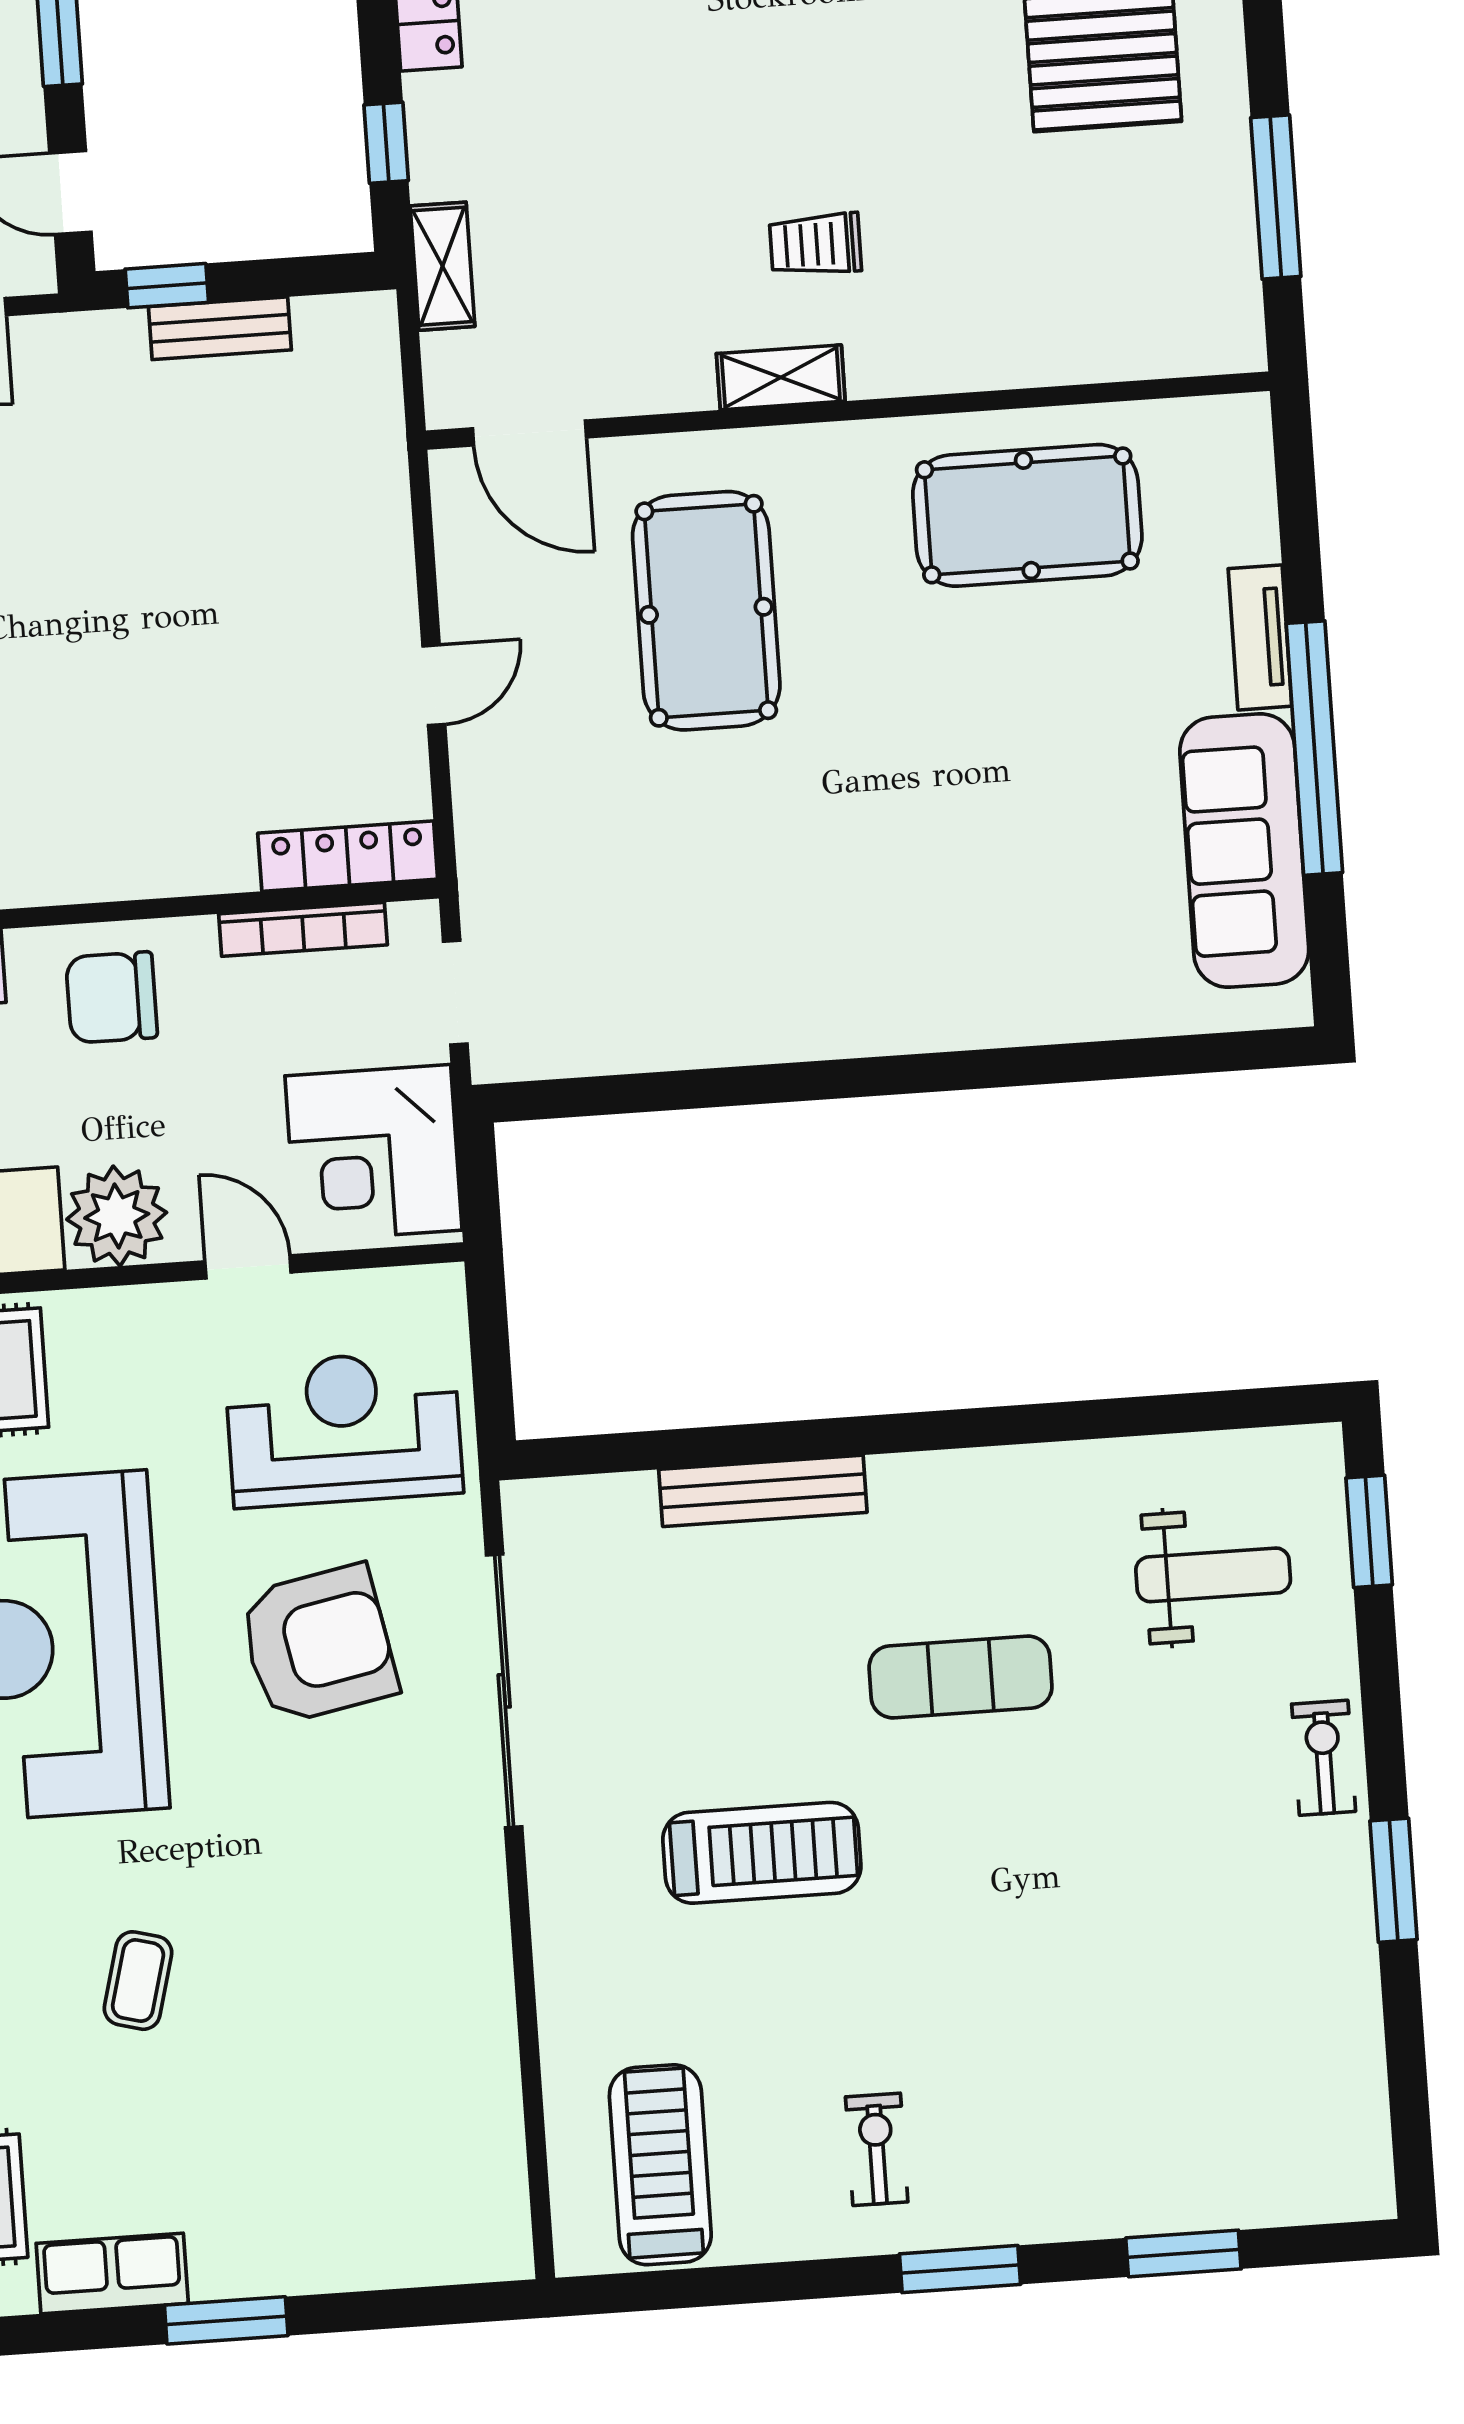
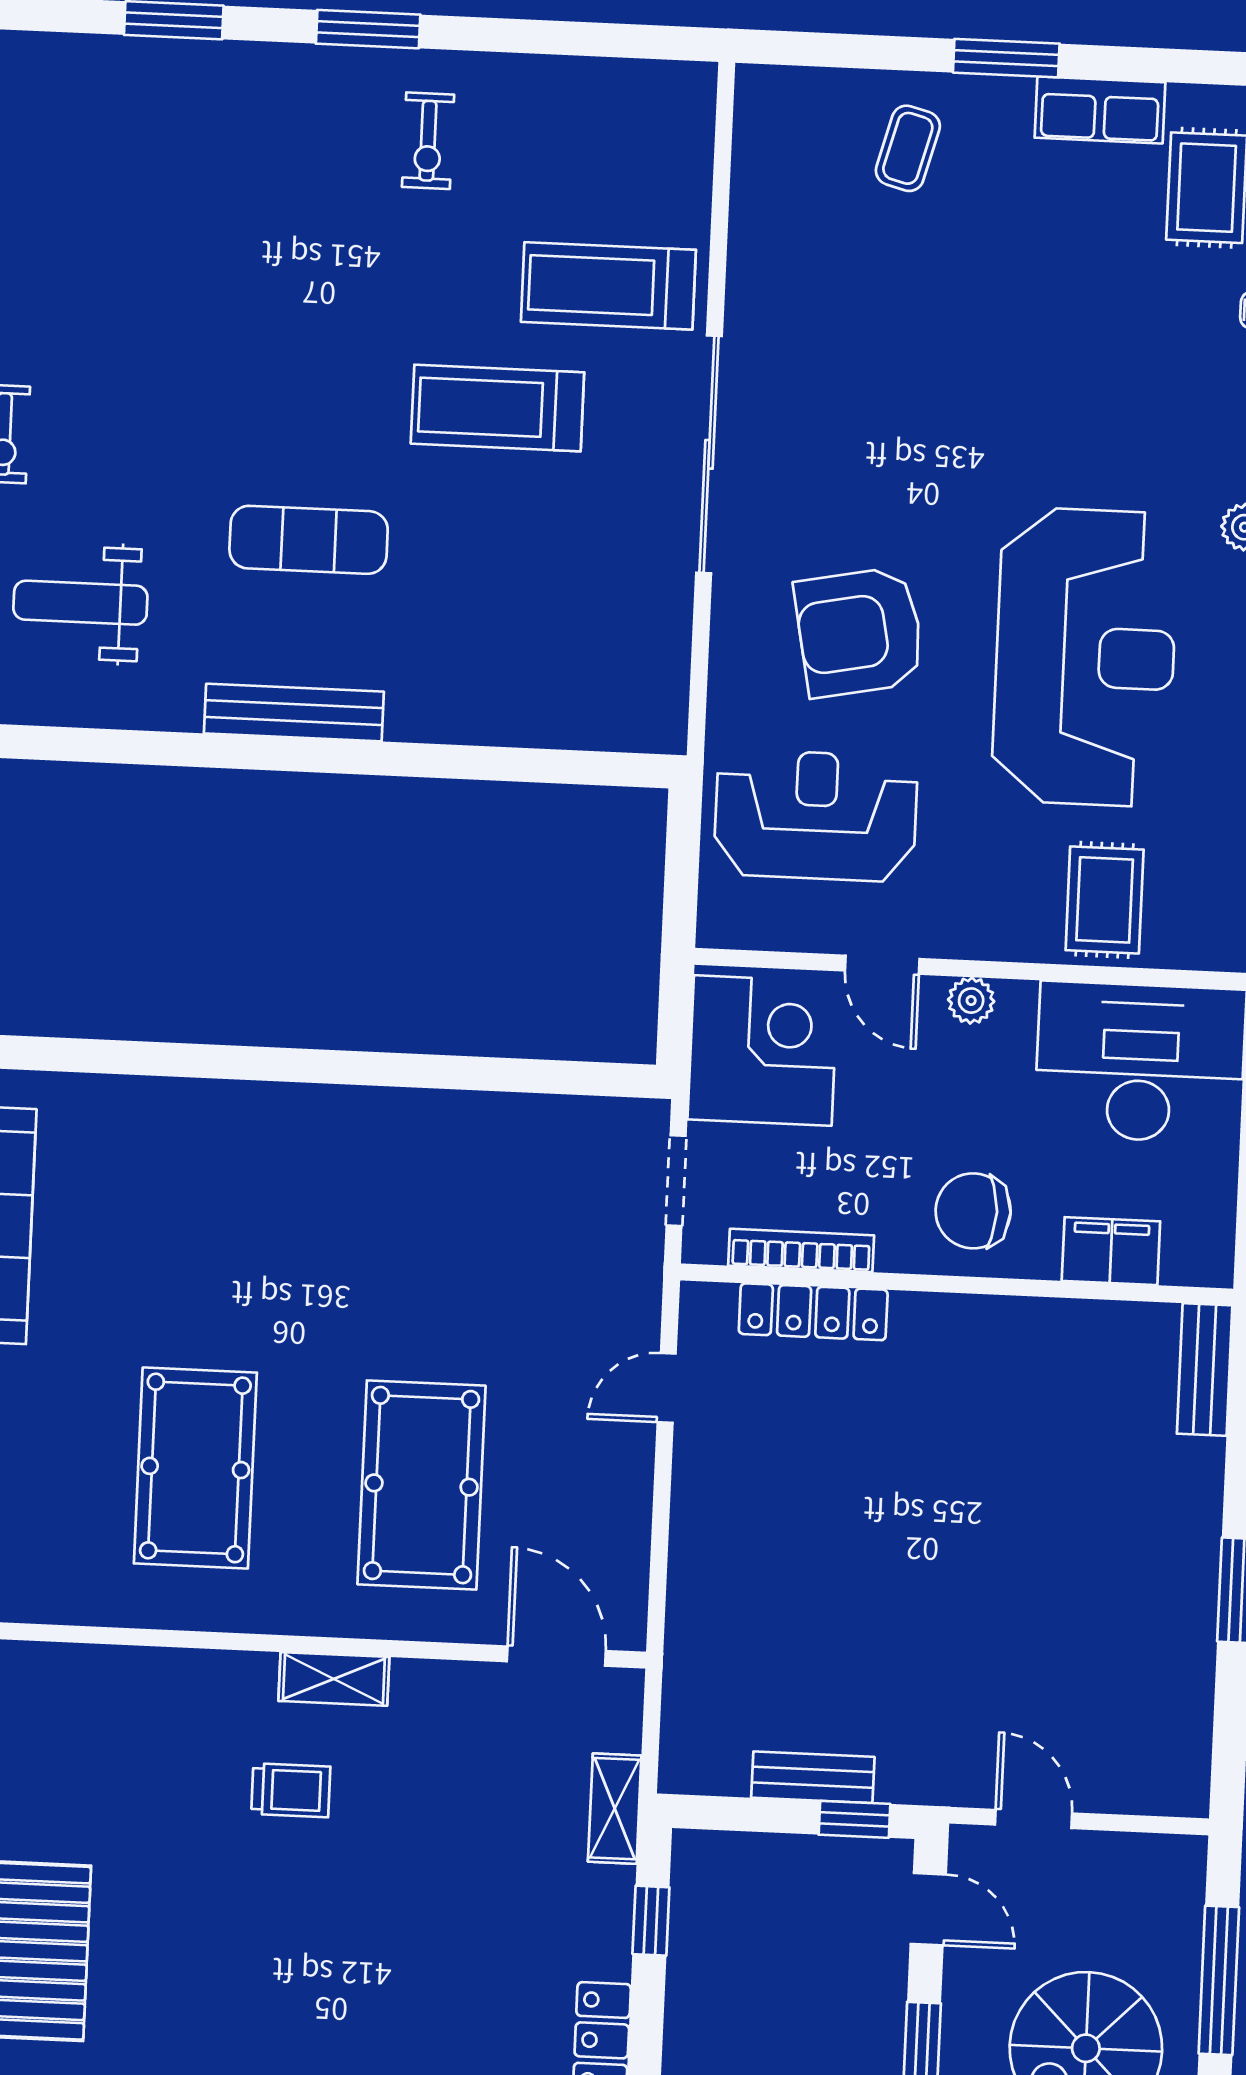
pool table: (1027, 515) -> (195, 1468), moved, turned 90
door: (434, 685) -> (667, 1388), moved
locker: (348, 856) -> (813, 1312), moved
chair: (112, 997) -> (973, 1211), turned 180
plant: (117, 1216) -> (971, 1001), width x0.53, depth x0.53
reception desk: (344, 1429) -> (816, 816), turned 180
bench: (763, 1491) -> (294, 713), moved
sliding door: (504, 1691) -> (709, 454), moved
coffee table: (138, 1981) -> (908, 148), moved
treadmill: (660, 2165) -> (608, 286), moved, turned 90

